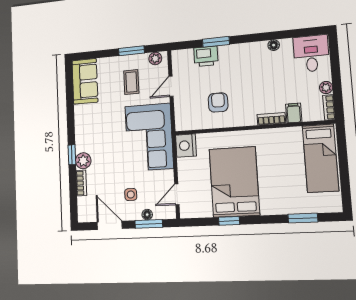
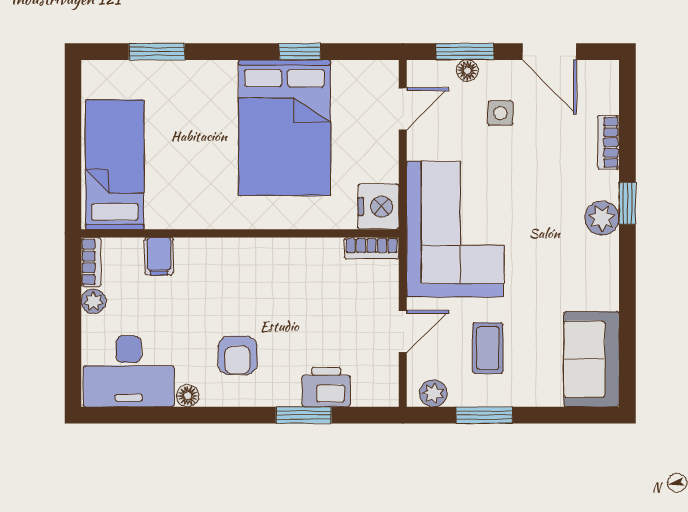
desk: (311, 54) -> (129, 371), width x1.37
armchair: (218, 102) -> (238, 355), moved
bookcase: (271, 119) -> (372, 248), moved
plant: (83, 161) -> (602, 218), moved

